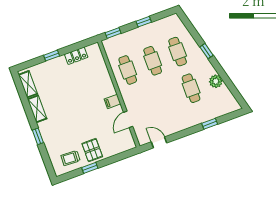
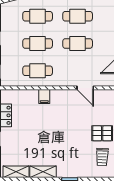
cafe table: (166, 97) -> (78, 43), added
filing cabinet: (113, 101) -> (44, 97), moved

